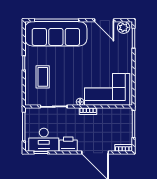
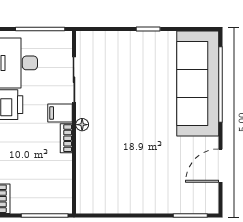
plant: (124, 27) -> (208, 198), removed
coffee table: (43, 77) -> (124, 61), removed
corner sofa: (107, 89) -> (103, 171), removed
filing cabinet: (73, 115) -> (60, 113), added

